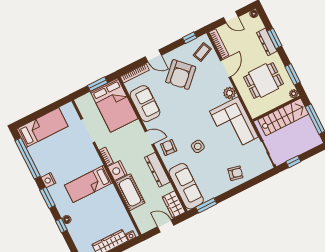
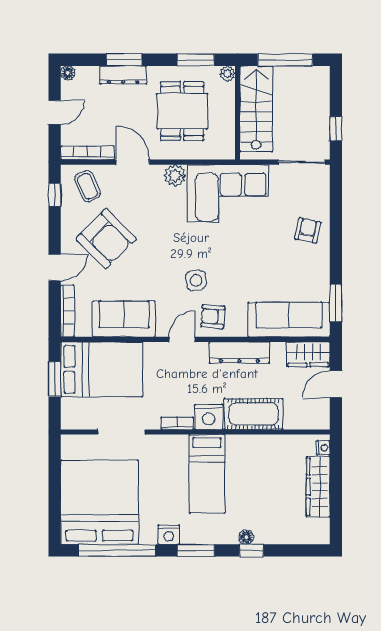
bed: (42, 128) -> (99, 502), width x2.04
side table: (198, 146) -> (196, 280), moved

